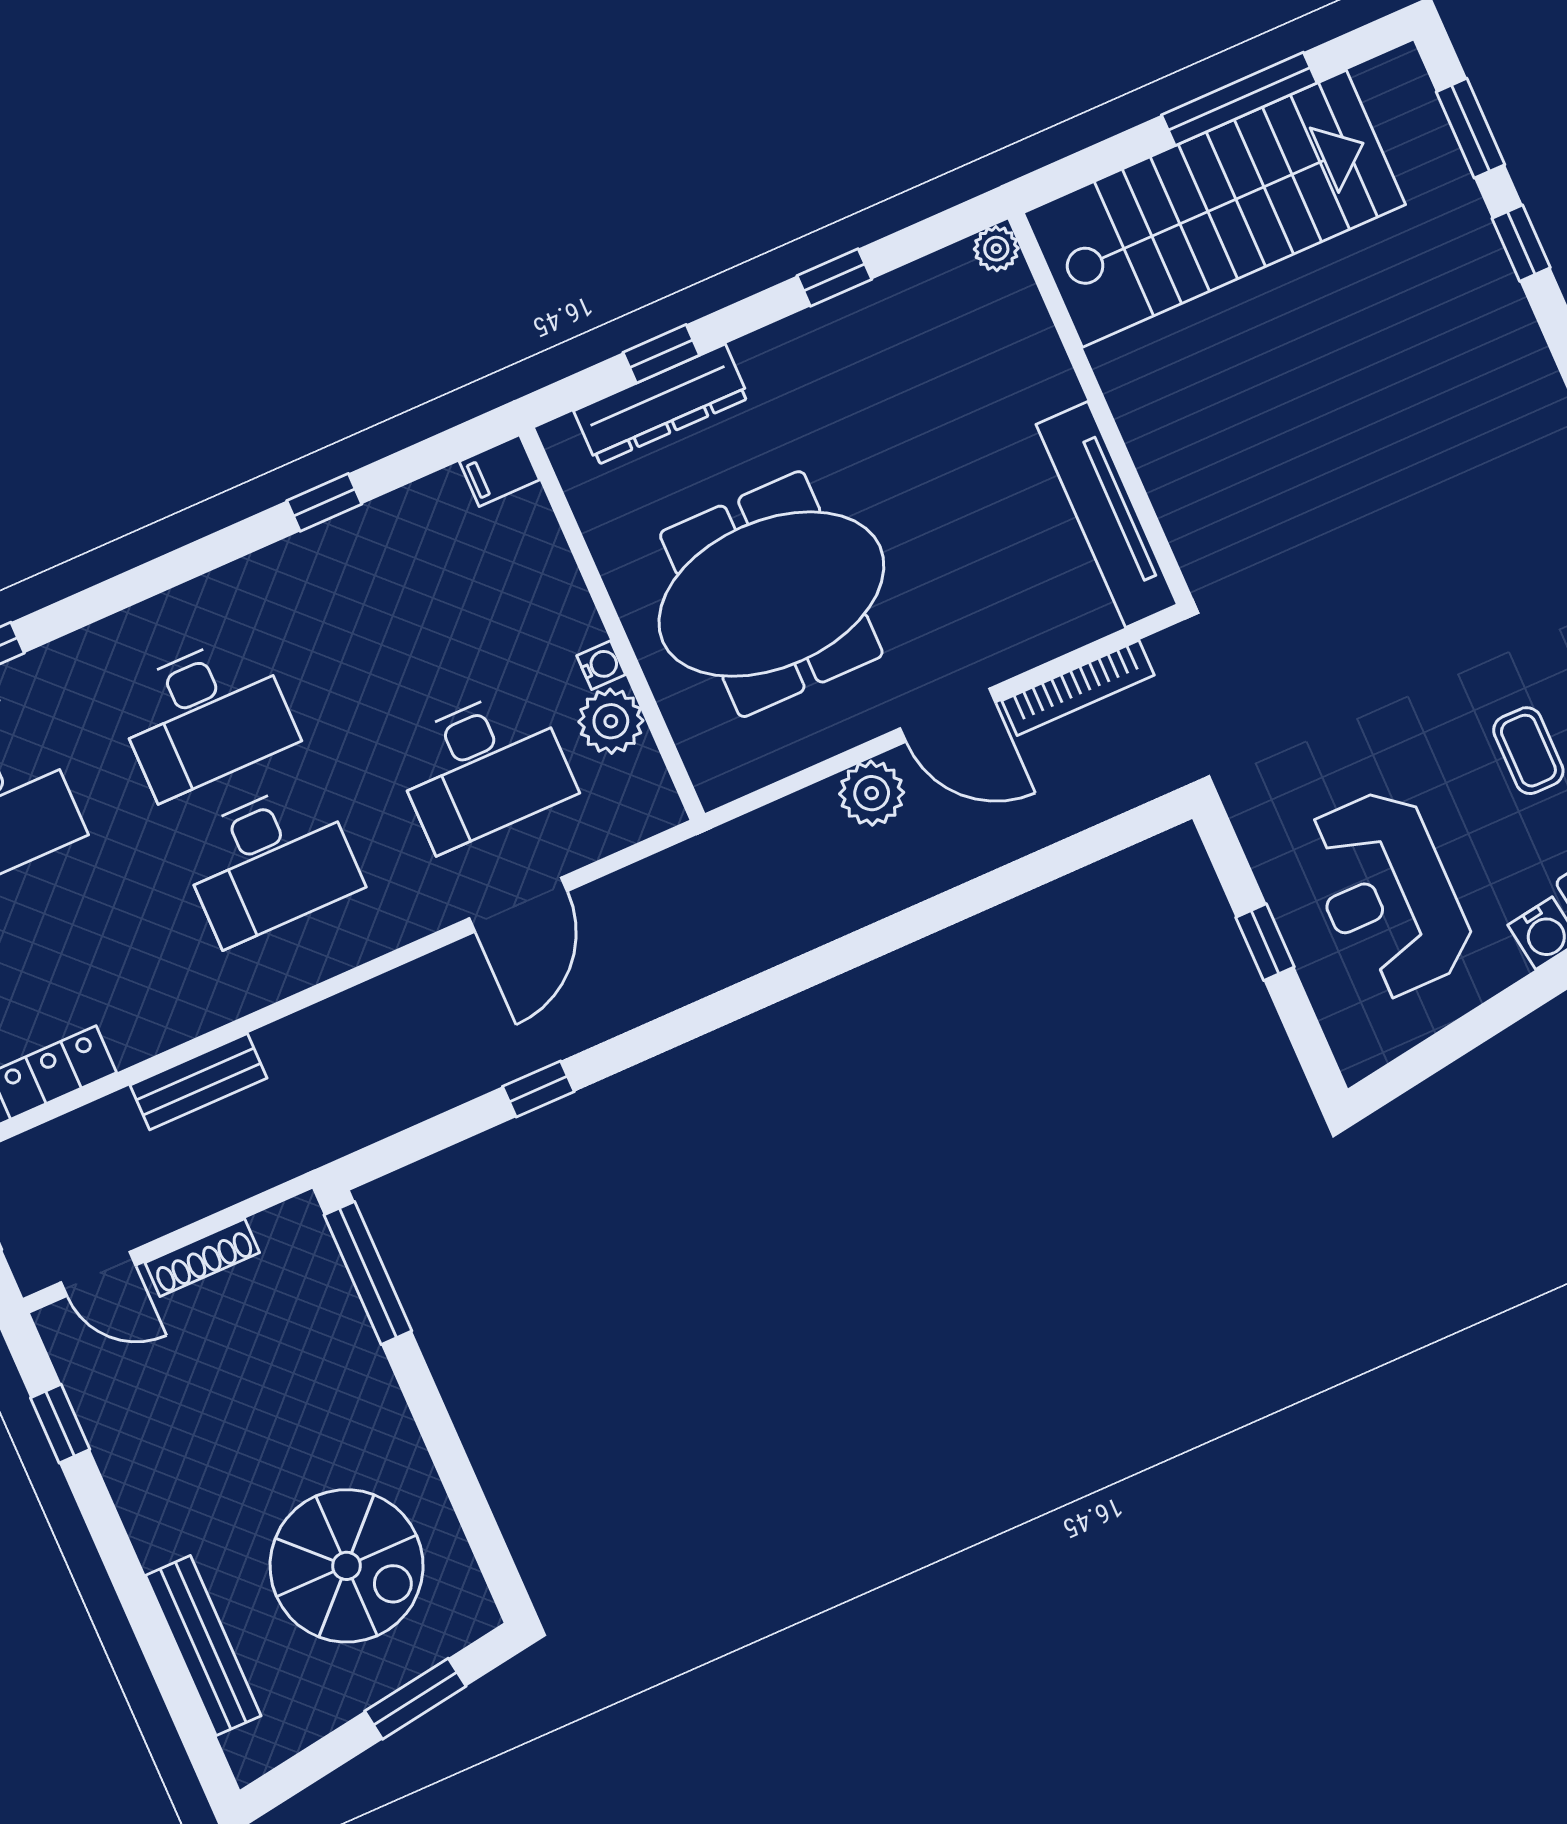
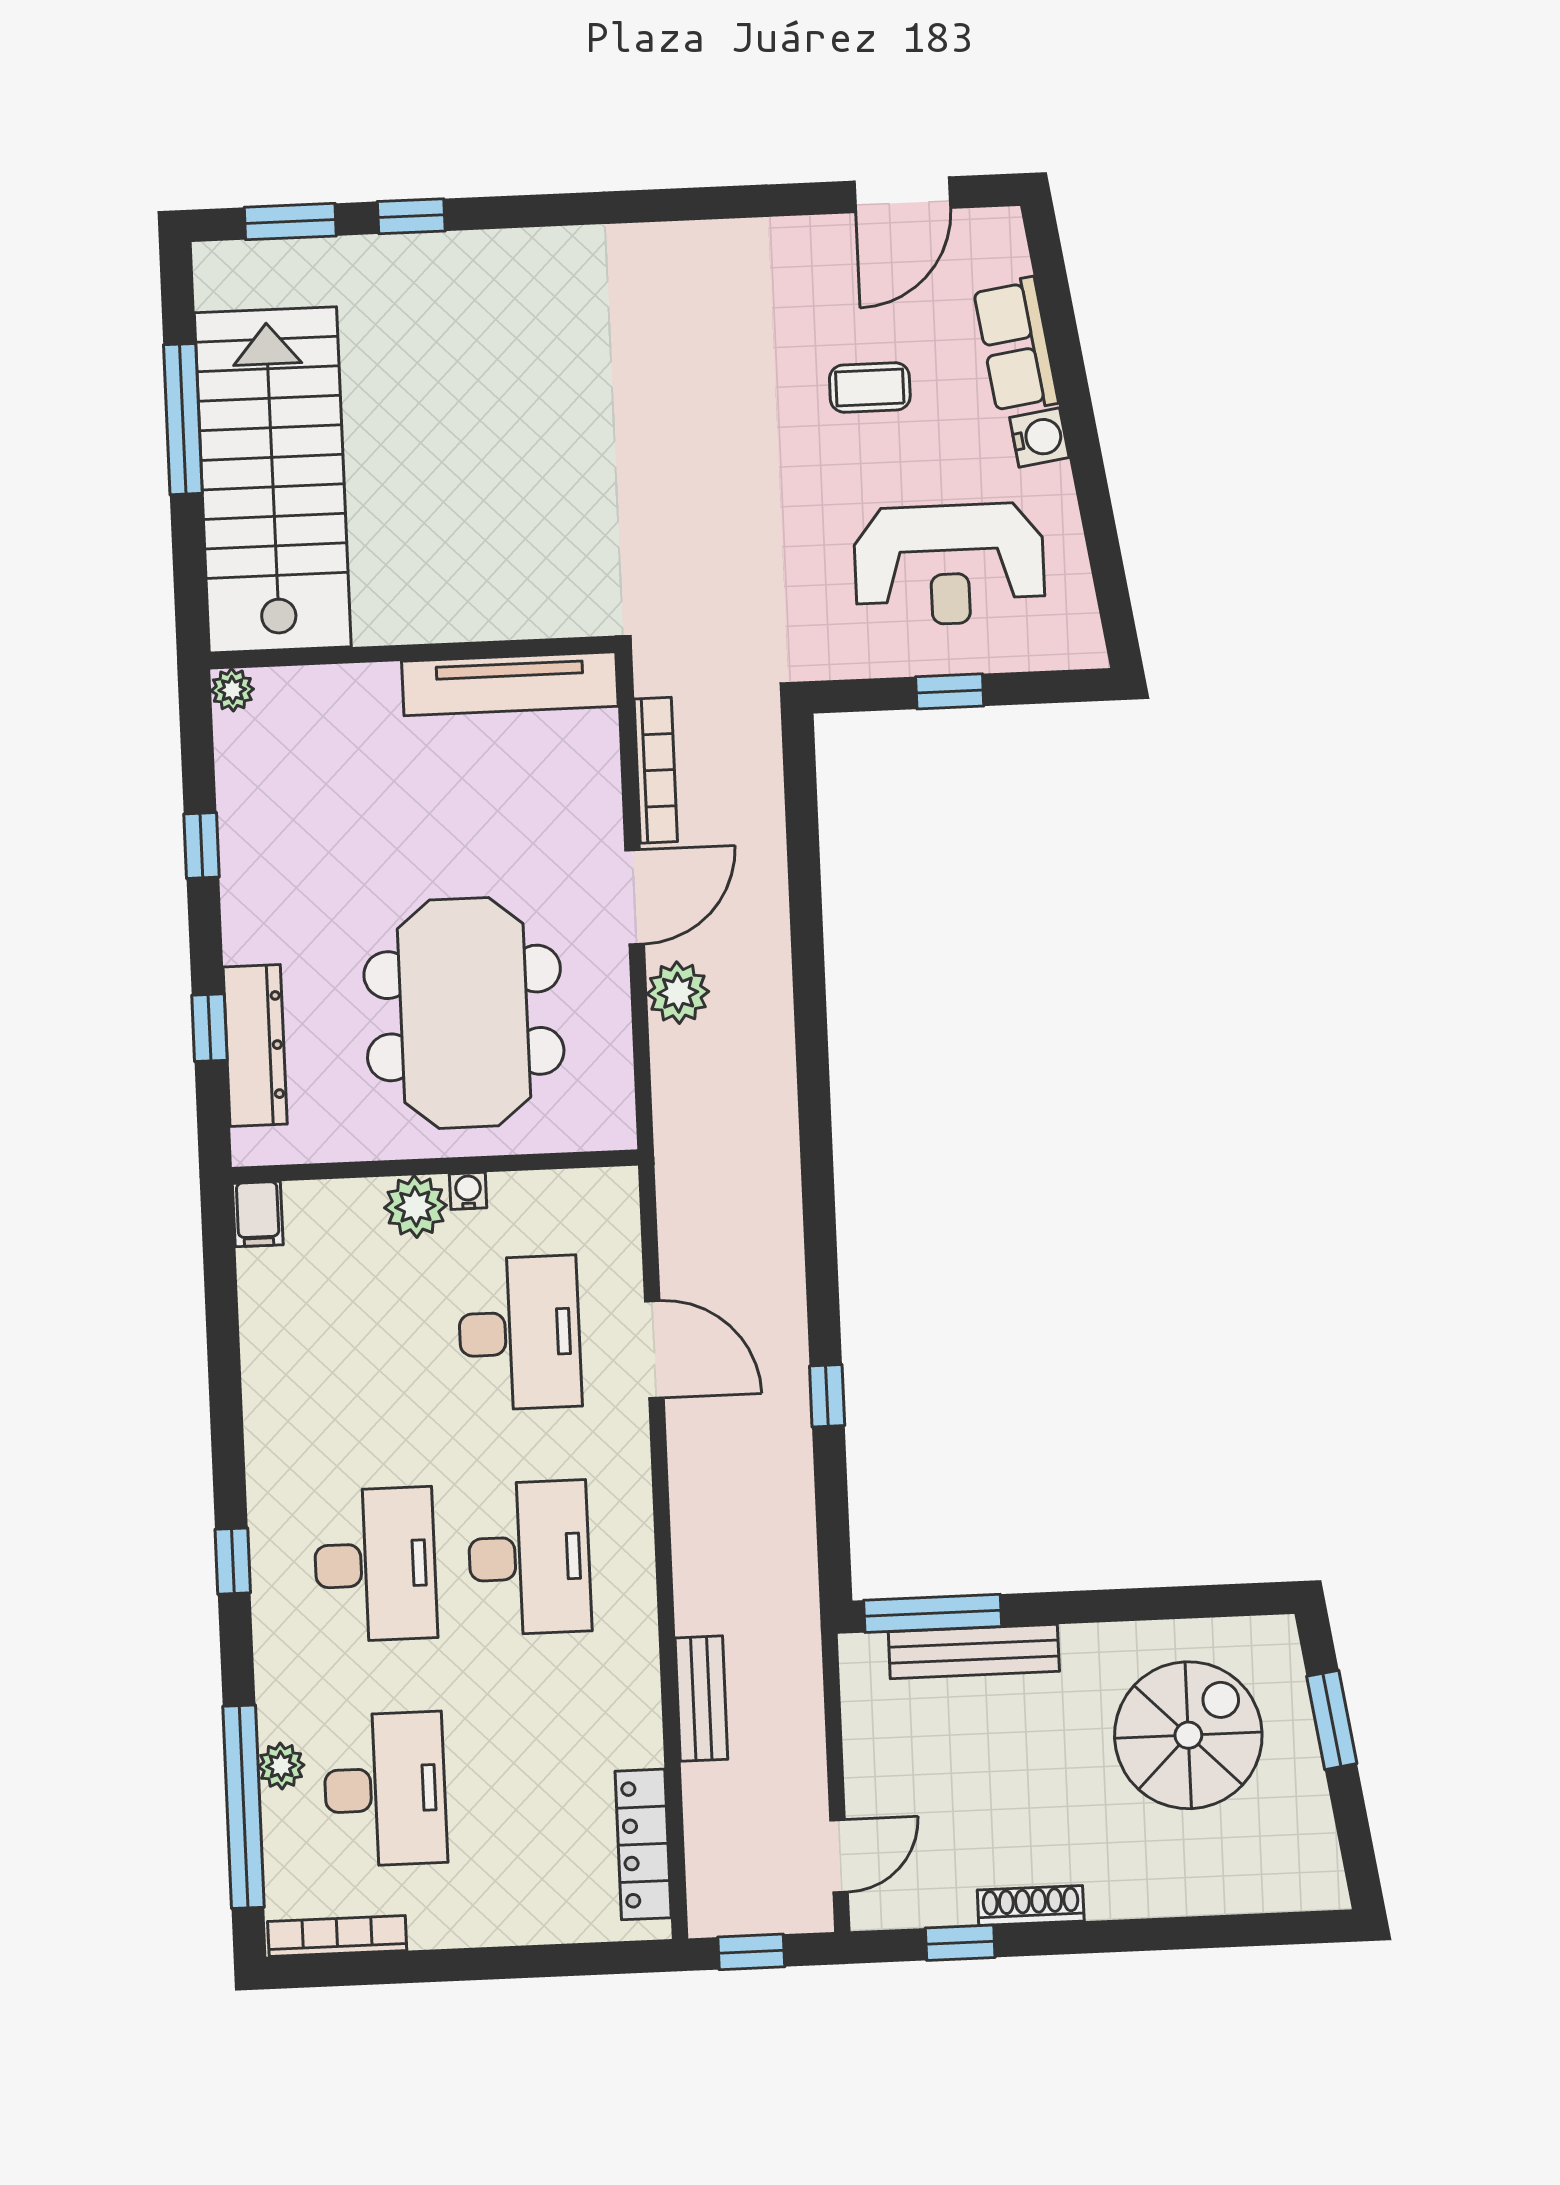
window: (324, 502) -> (233, 1561), moved
plant: (611, 721) -> (415, 1206), moved
shoe rack: (202, 1258) -> (1031, 1905), moved, turned -90
bench: (203, 1646) -> (974, 1652), moved

